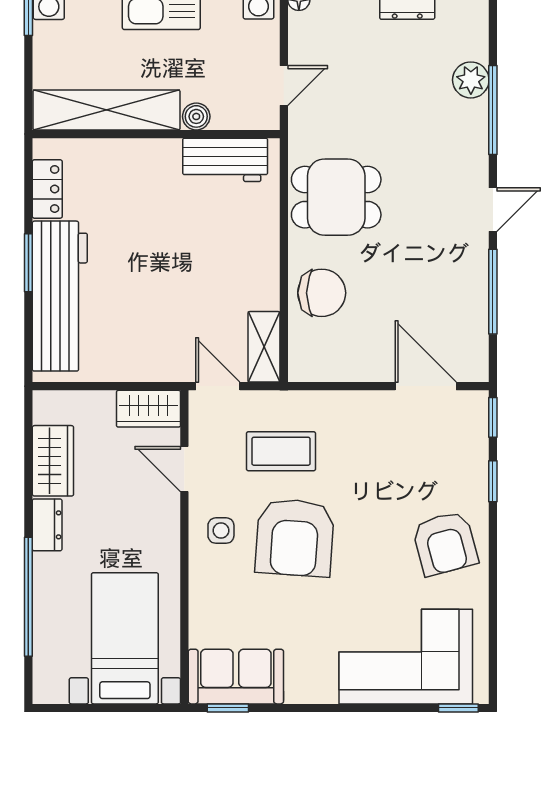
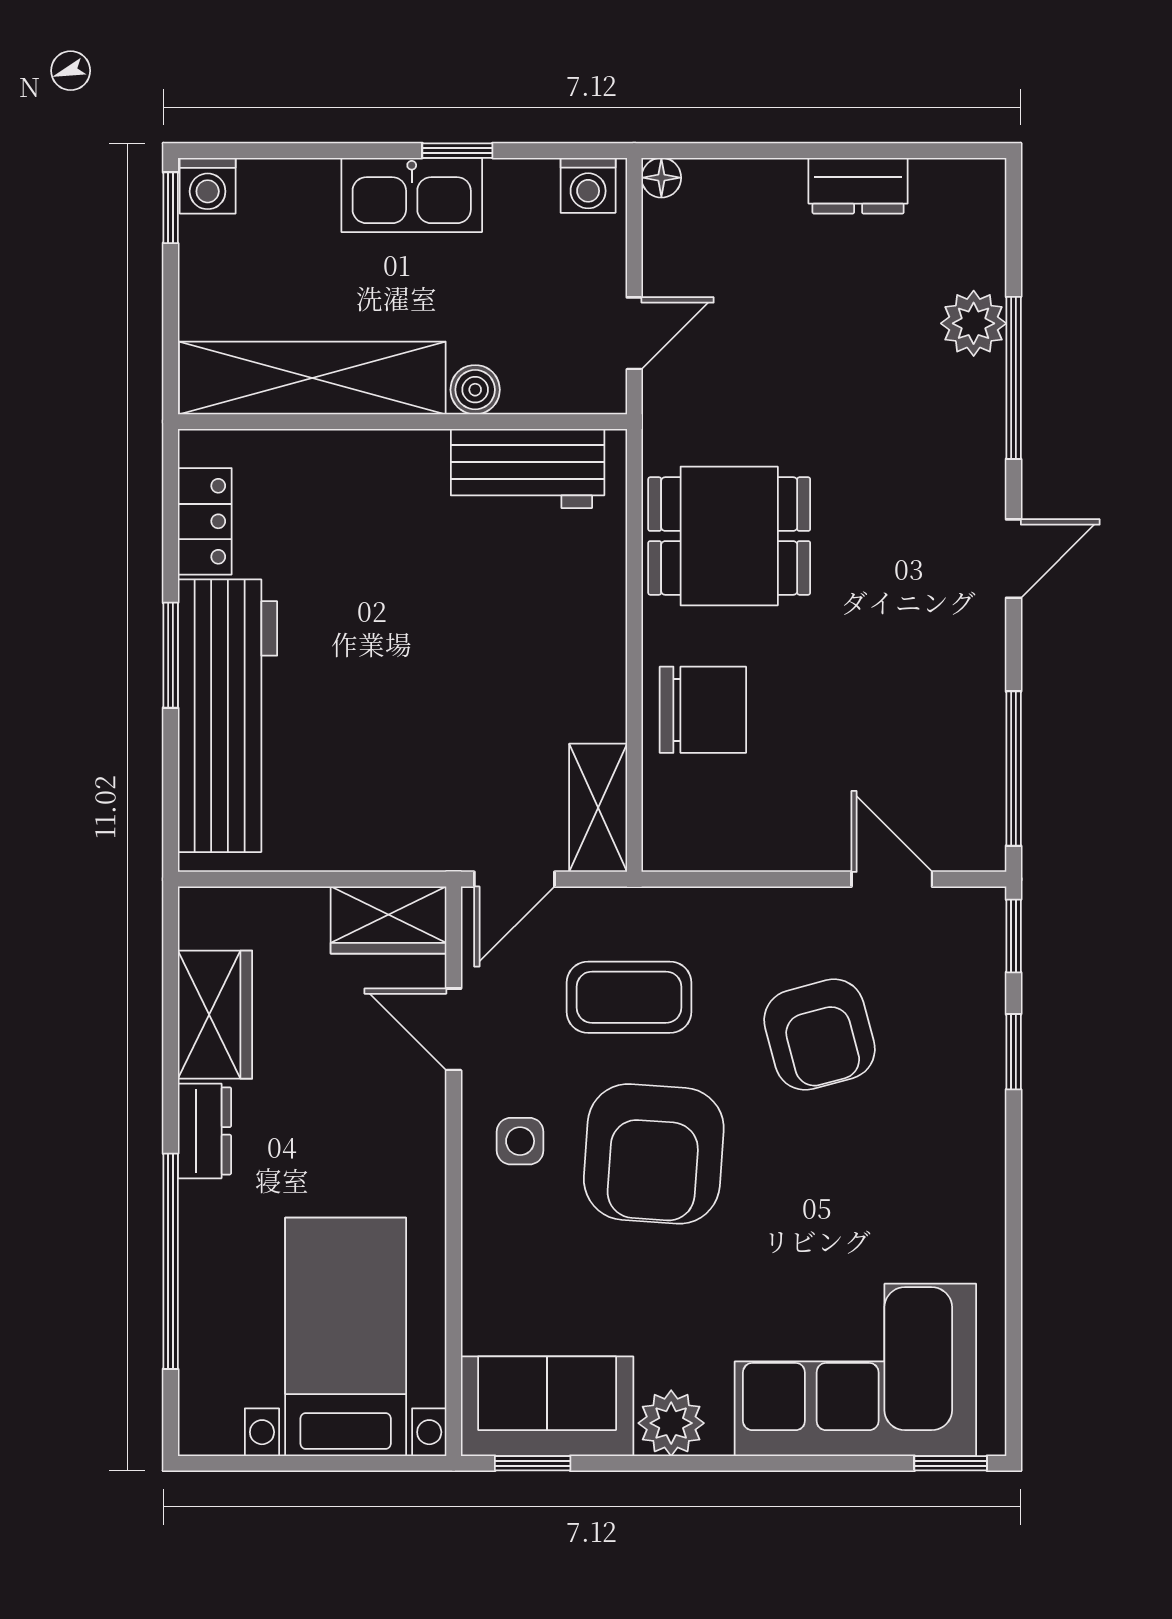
window: (493, 292) -> (1014, 769), moved
door: (218, 386) -> (514, 879), swing flipped
door: (426, 386) -> (892, 879), width x0.73
armchair: (445, 543) -> (820, 1035), moved
plant: (304, 686) -> (671, 1423), added

